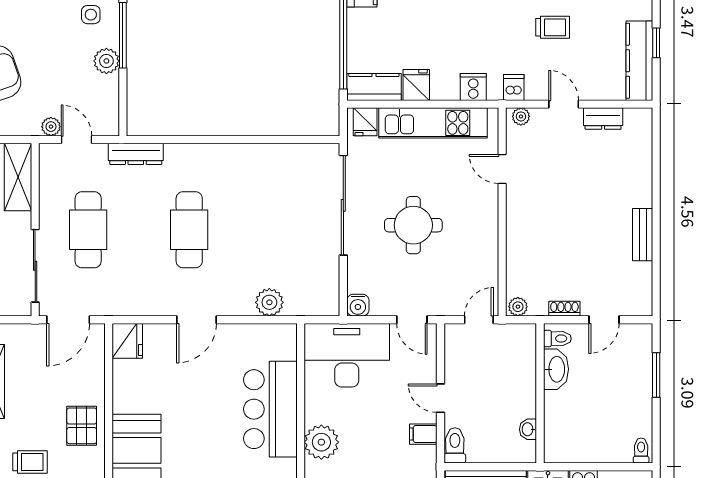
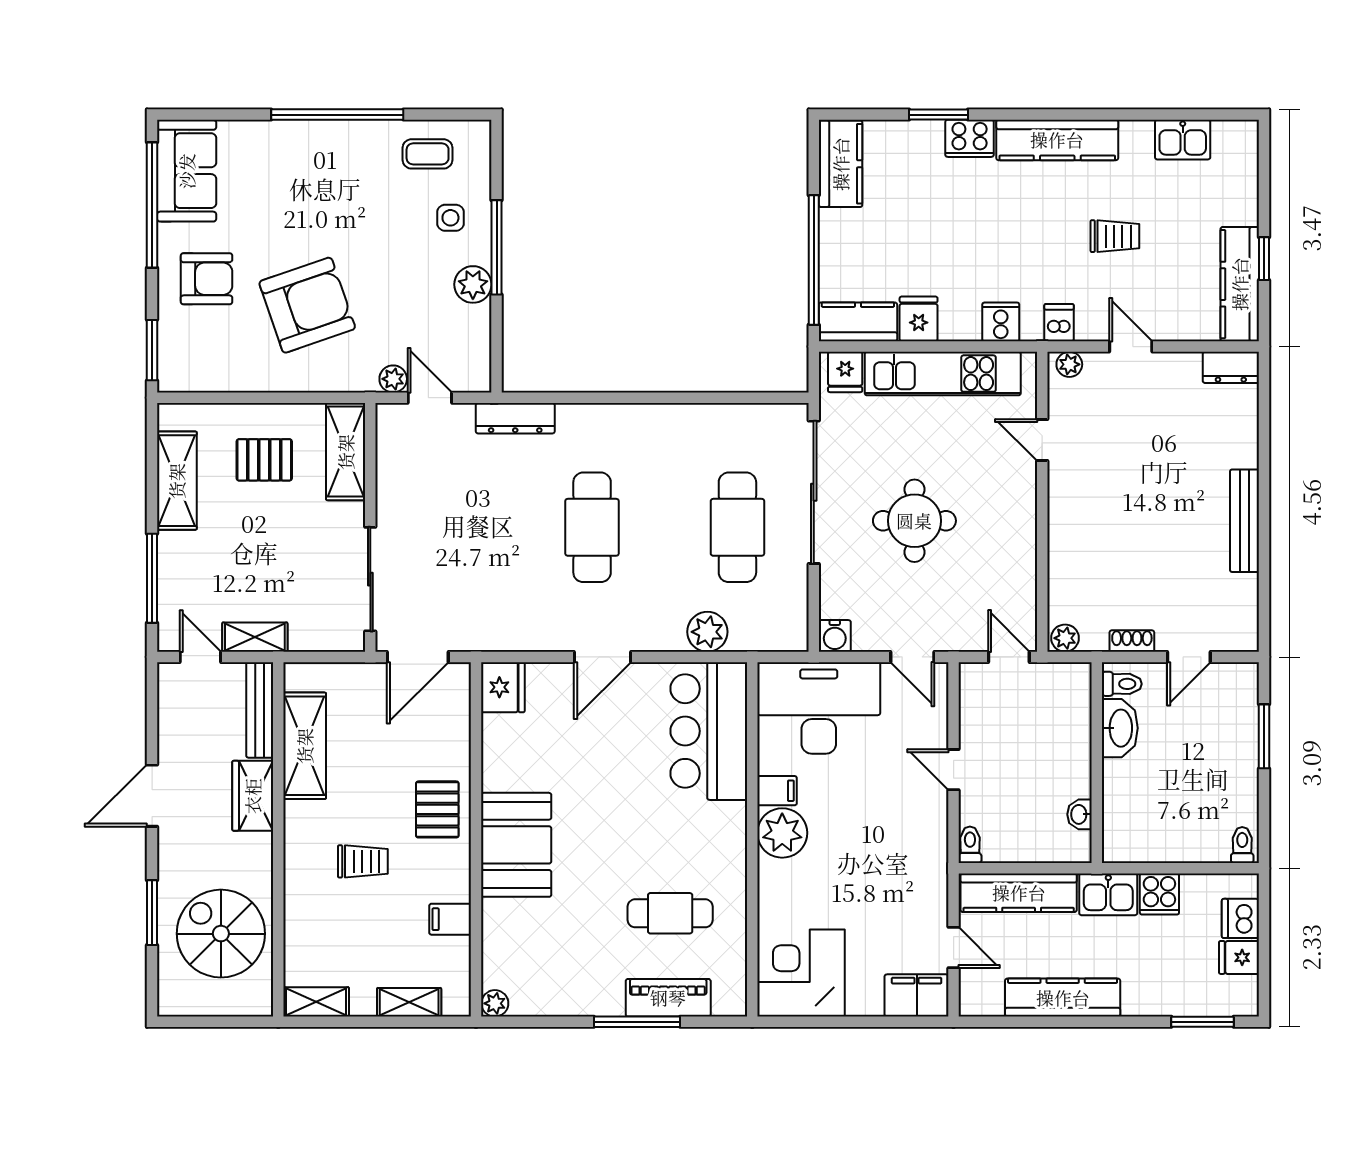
dresser: (603, 119) -> (1231, 367), moved
cafe table: (88, 230) -> (737, 527), moved
bench: (643, 235) -> (1244, 521), width x1.36
door: (479, 320) -> (1009, 657), hinge flipped
bar counter: (270, 409) -> (709, 731), moved
filing cabinet: (423, 434) -> (777, 791), moved, turned 180
toilet: (455, 445) -> (970, 845), width x0.73, depth x0.72

